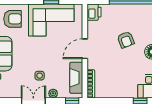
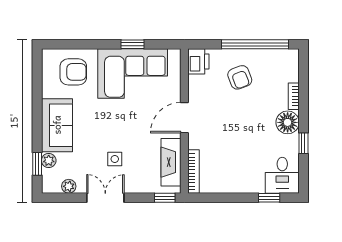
armchair: (126, 40) -> (240, 77), moved
plant: (53, 93) -> (69, 186), moved

